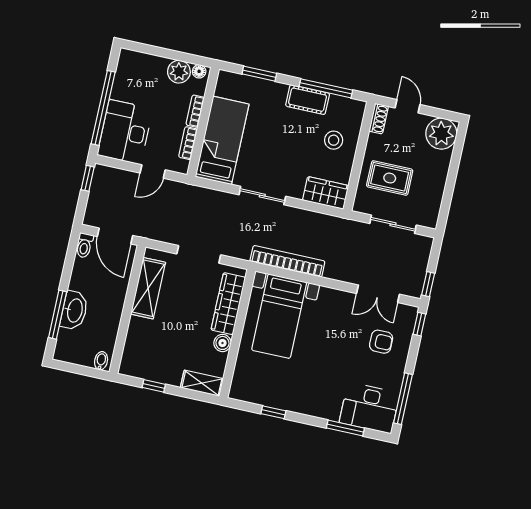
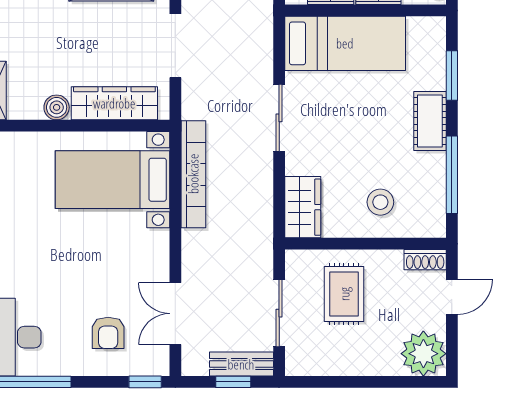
cot: (308, 100) -> (430, 121), moved
bench: (422, 257) -> (241, 364), added
window: (428, 284) -> (233, 382), moved

